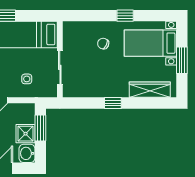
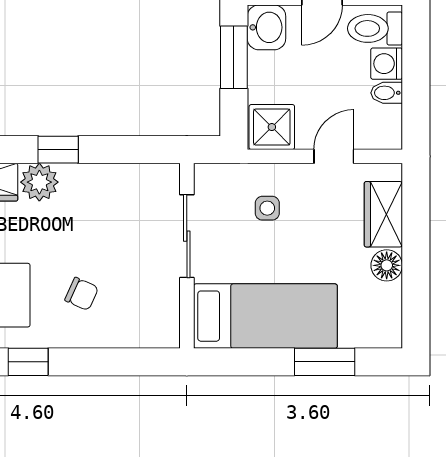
plant: (121, 90) -> (39, 182), added
window: (40, 128) -> (234, 57), moved
shower: (26, 134) -> (272, 127), moved

